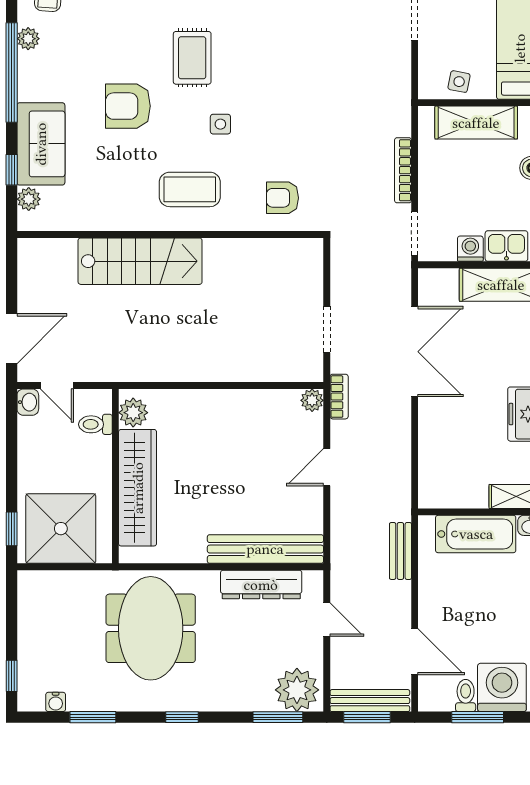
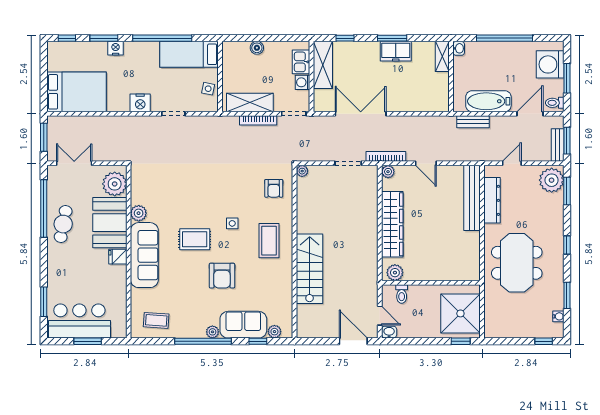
plant: (28, 39) -> (212, 332), moved
shelving: (476, 123) -> (250, 103), moved, turned 90
plant: (313, 248) -> (302, 171), added
door: (57, 386) -> (380, 316), hinge flipped
bookcase: (339, 397) -> (386, 156), width x1.56
wardrobe: (138, 488) -> (392, 224), moved, turned 90
bathtub: (476, 534) -> (488, 101), moved, turned -90
meeting table: (151, 628) -> (517, 263), turned 90
toilet: (466, 696) -> (555, 103), moved
bench: (370, 701) -> (558, 145), width x0.73

